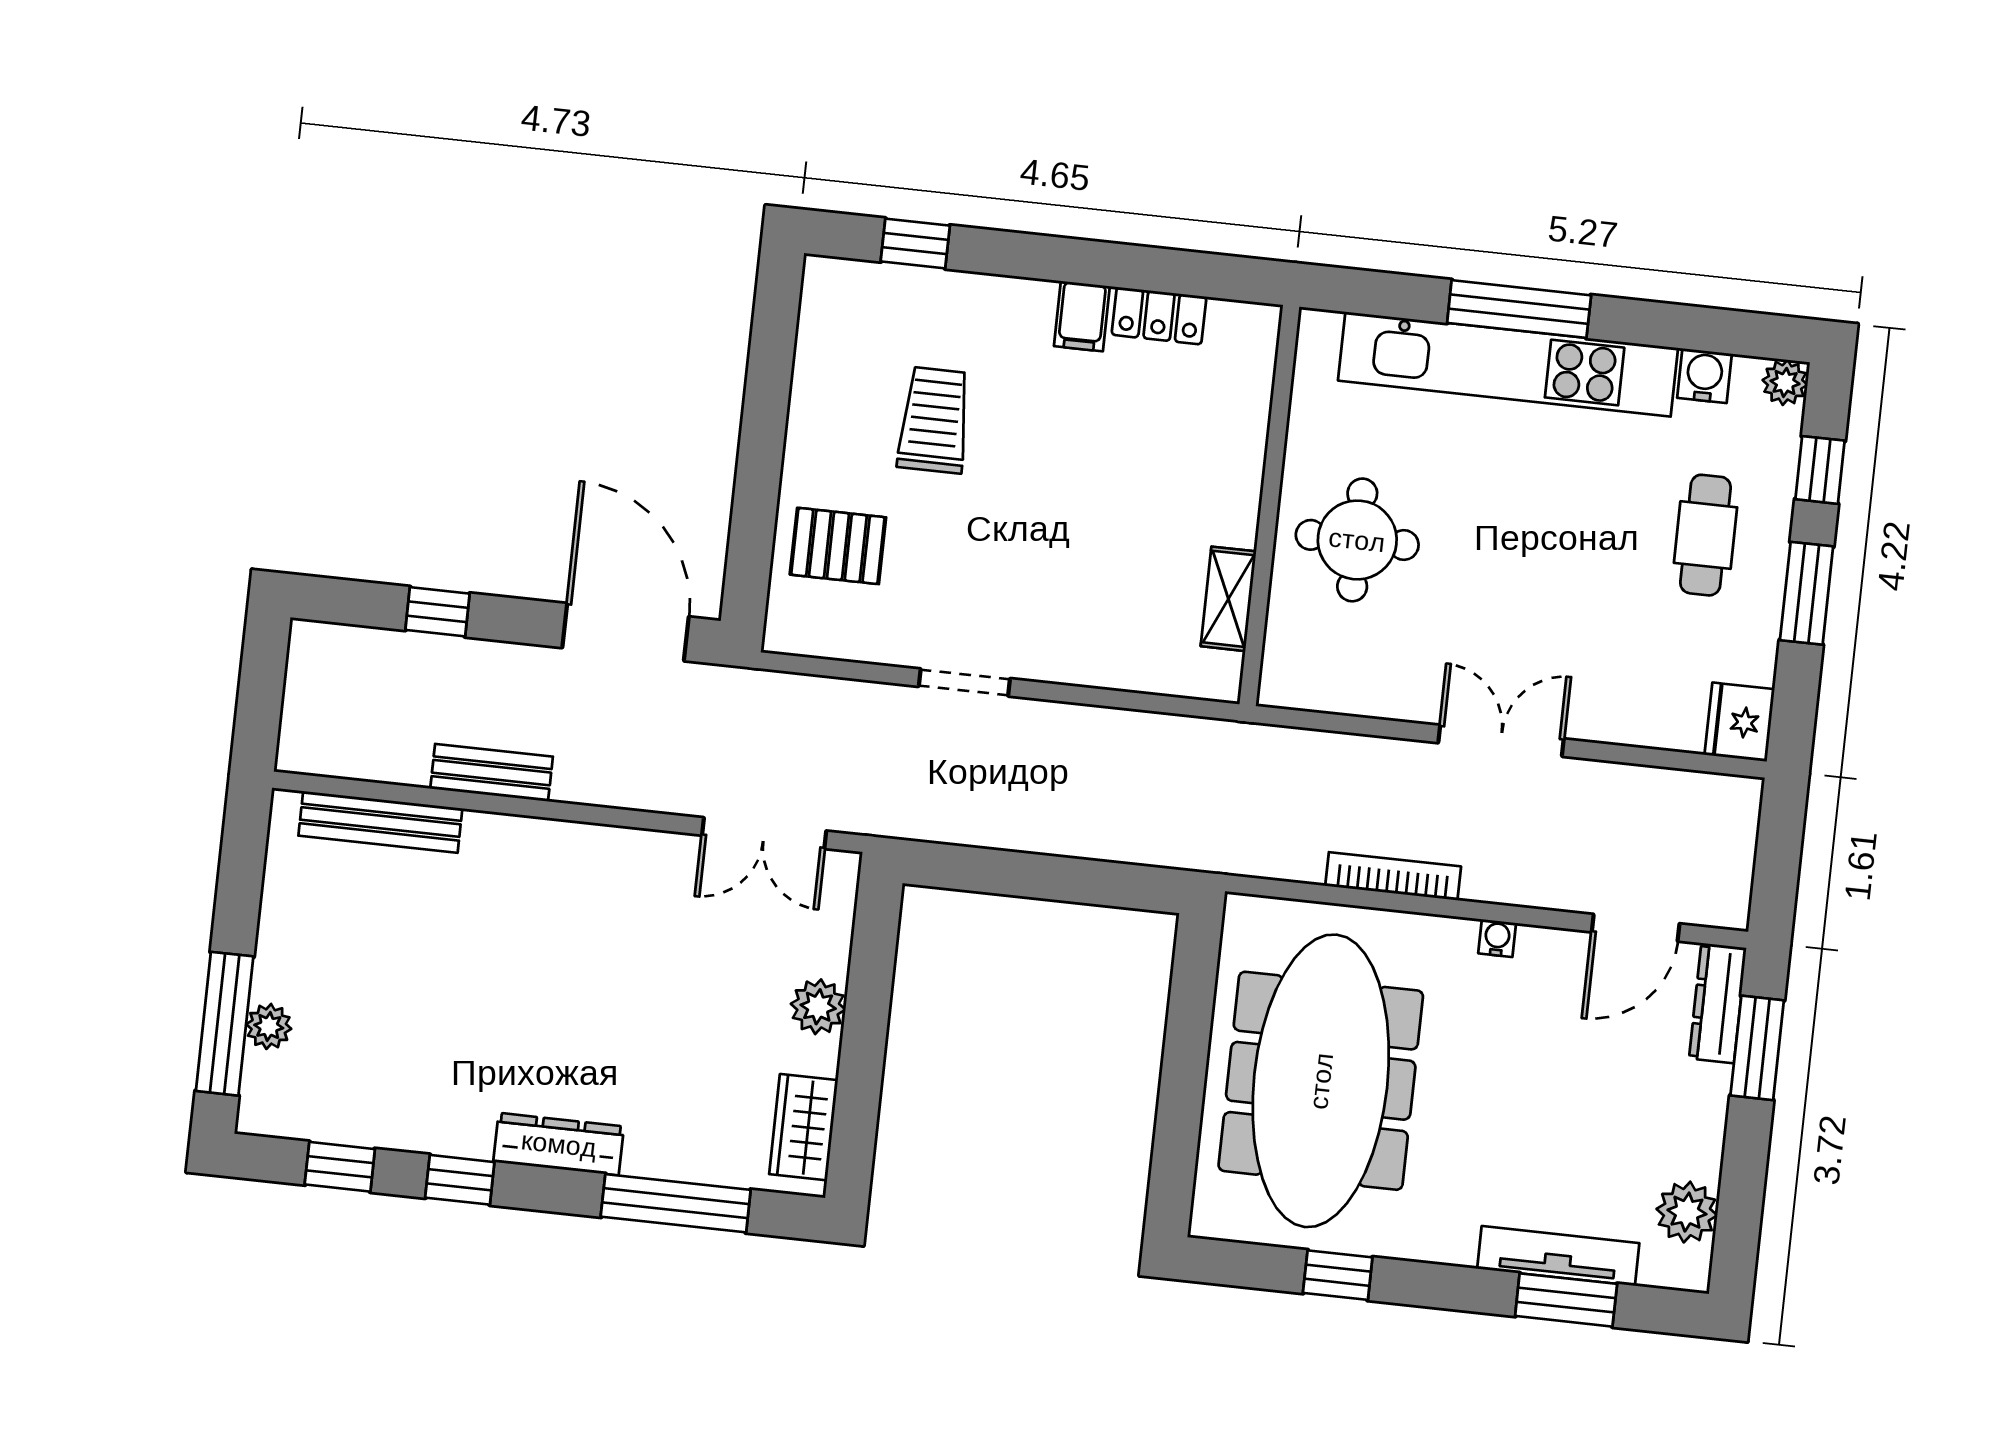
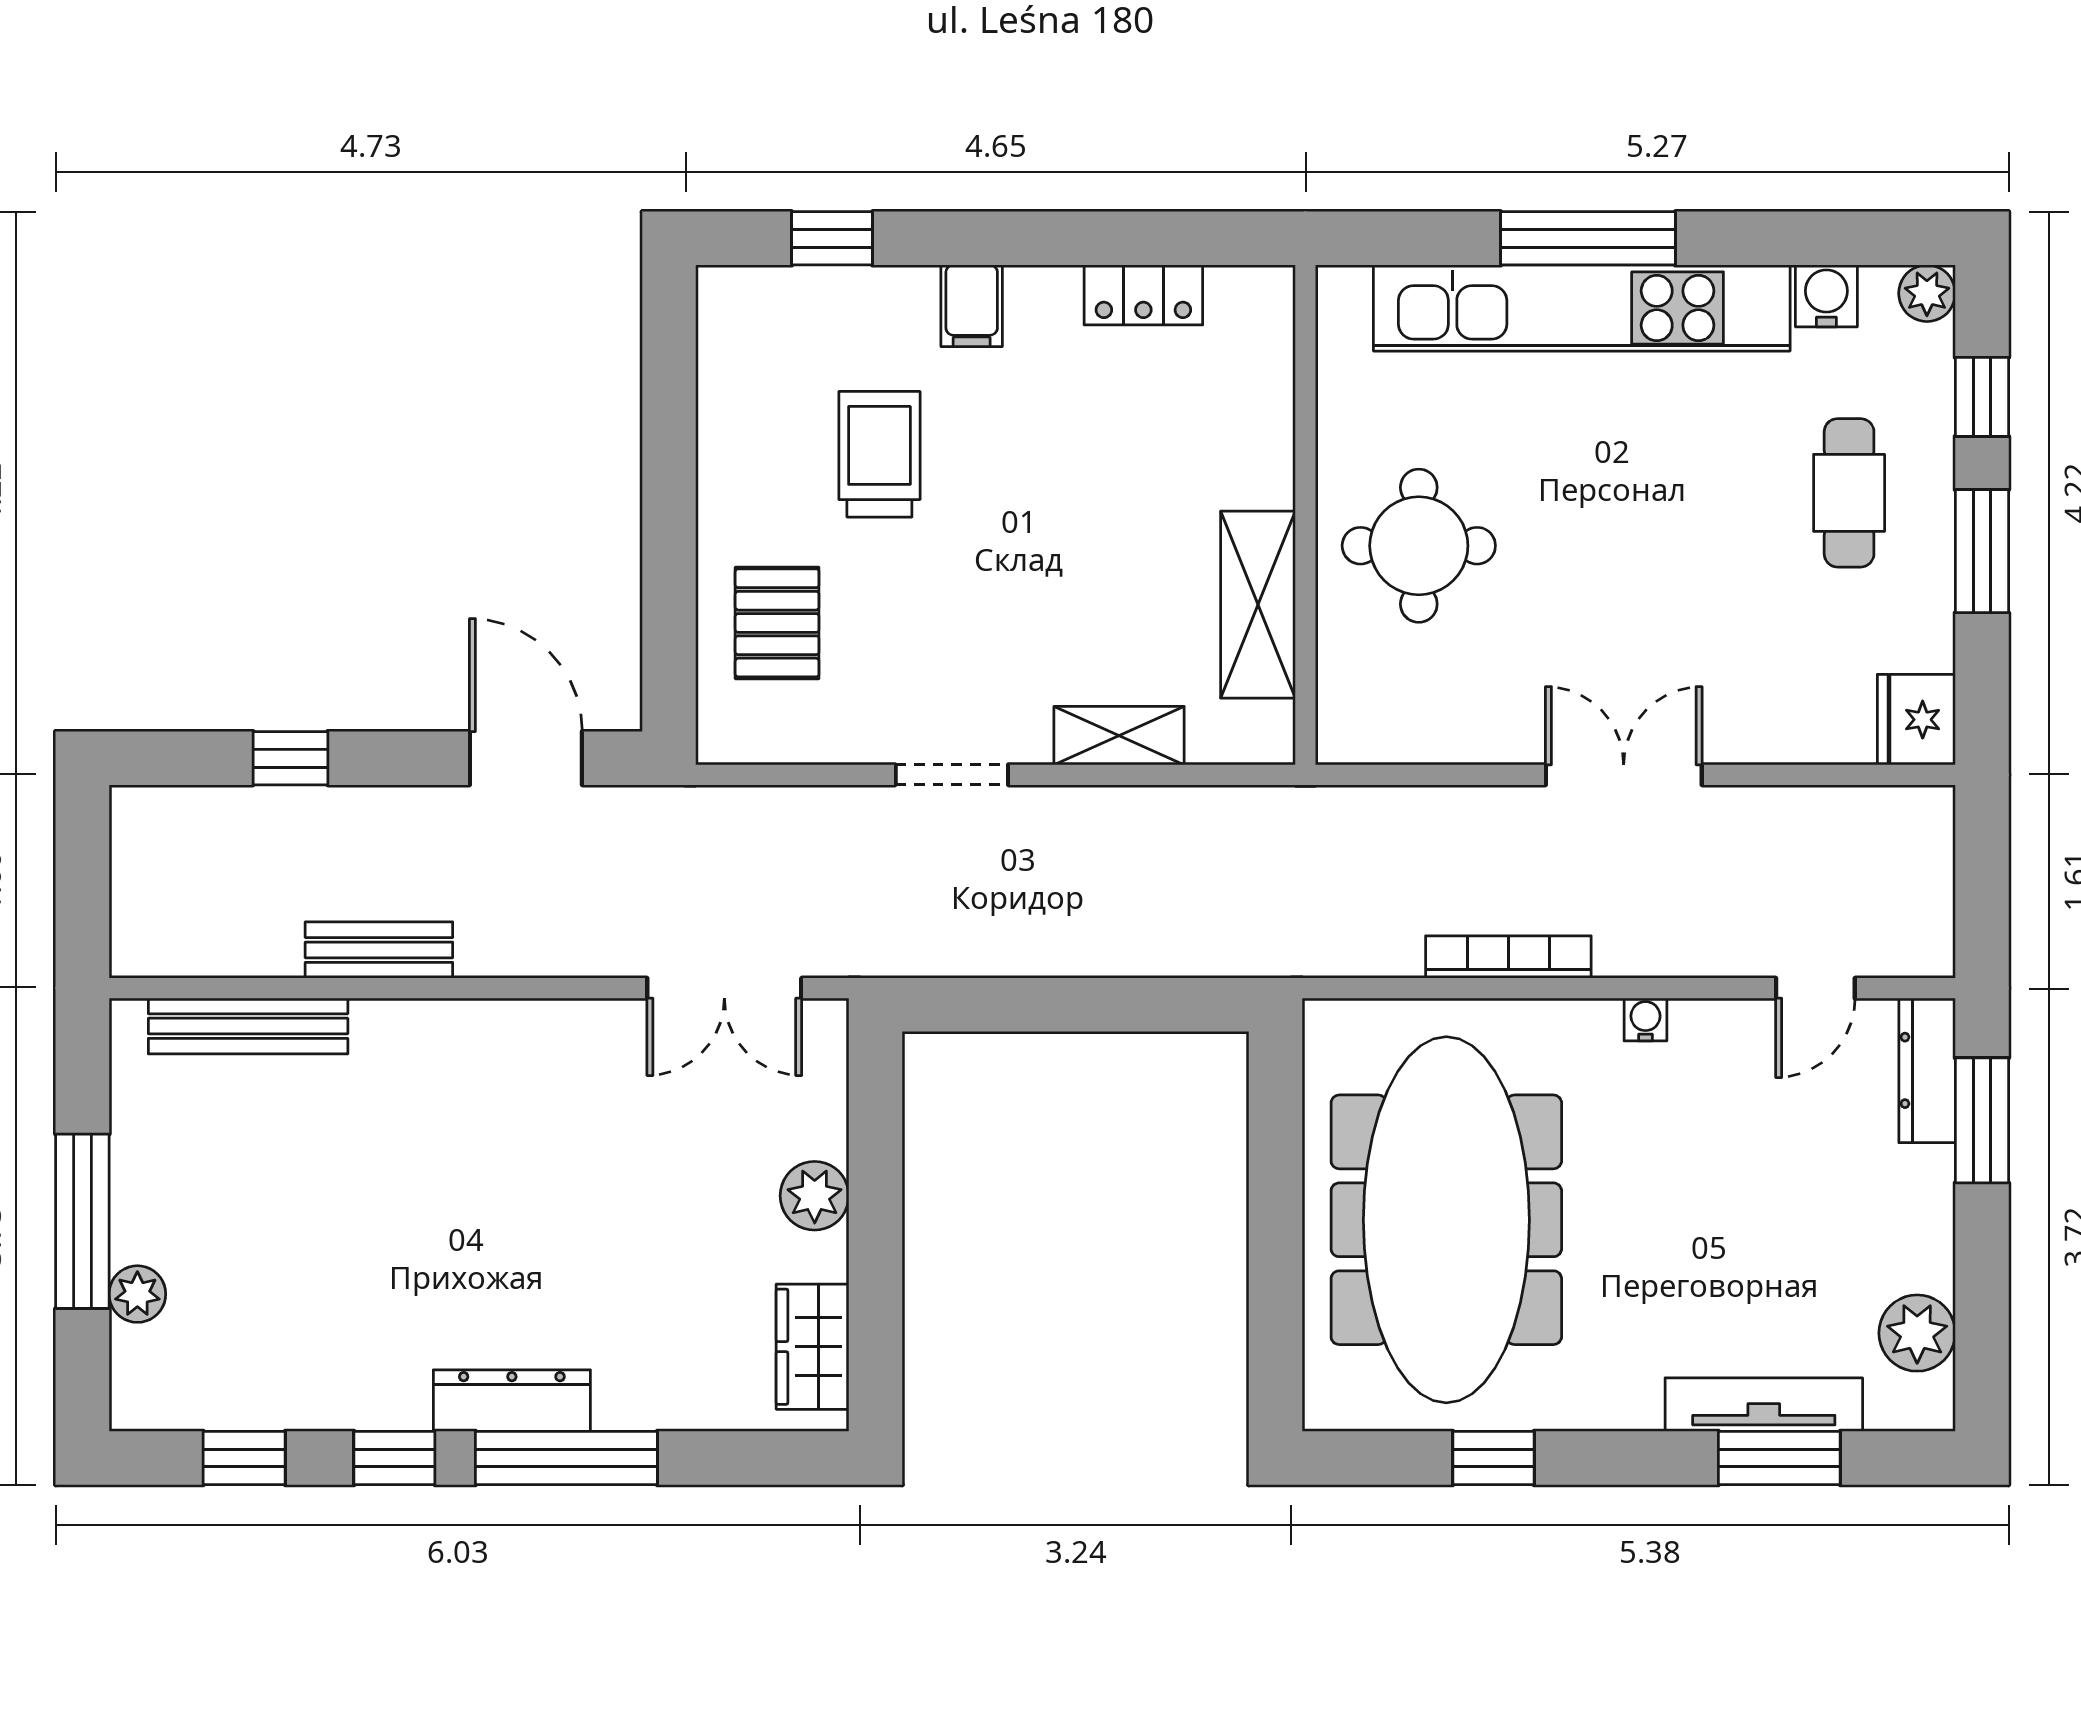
filing cabinet: (1082, 316) -> (972, 306), moved
pallet: (838, 546) -> (777, 623), turned 90
shelving: (1228, 599) -> (1258, 605), width x1.50, depth x1.33
door: (626, 632) -> (526, 758), width x0.73
shelving: (1101, 666) -> (1119, 736), added
door: (1636, 928) -> (1815, 988), width x0.73
window: (225, 1024) -> (82, 1221), moved
window: (676, 1203) -> (566, 1458), moved

